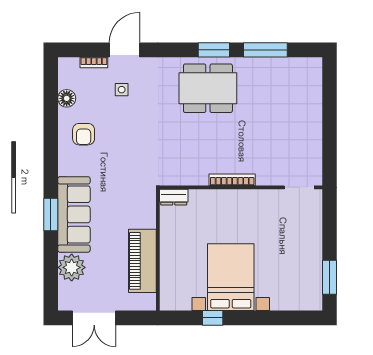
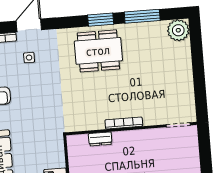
plant: (309, 71) -> (178, 30), added
dresser: (174, 197) -> (100, 139), moved

